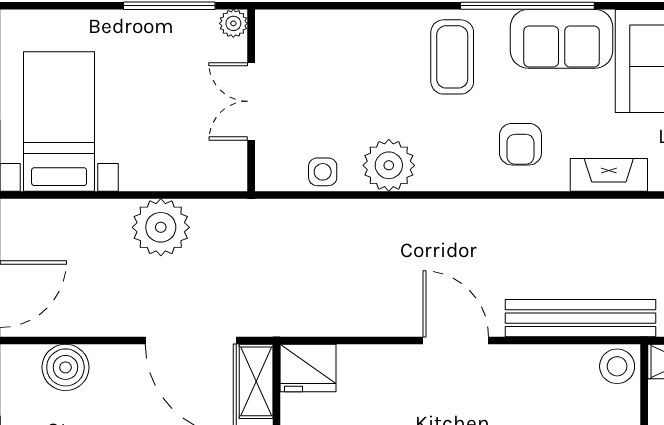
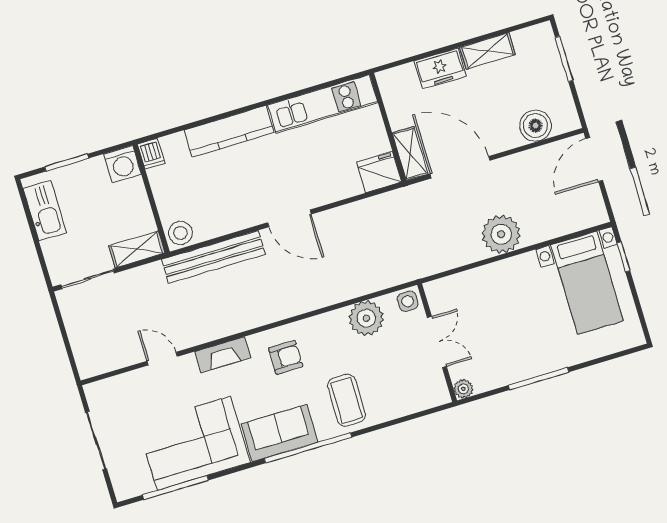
plant: (233, 23) -> (463, 389), moved
wall: (251, 100) -> (437, 343), moved
double door: (251, 101) -> (437, 342), moved
armchair: (520, 144) -> (286, 357), turned 90

